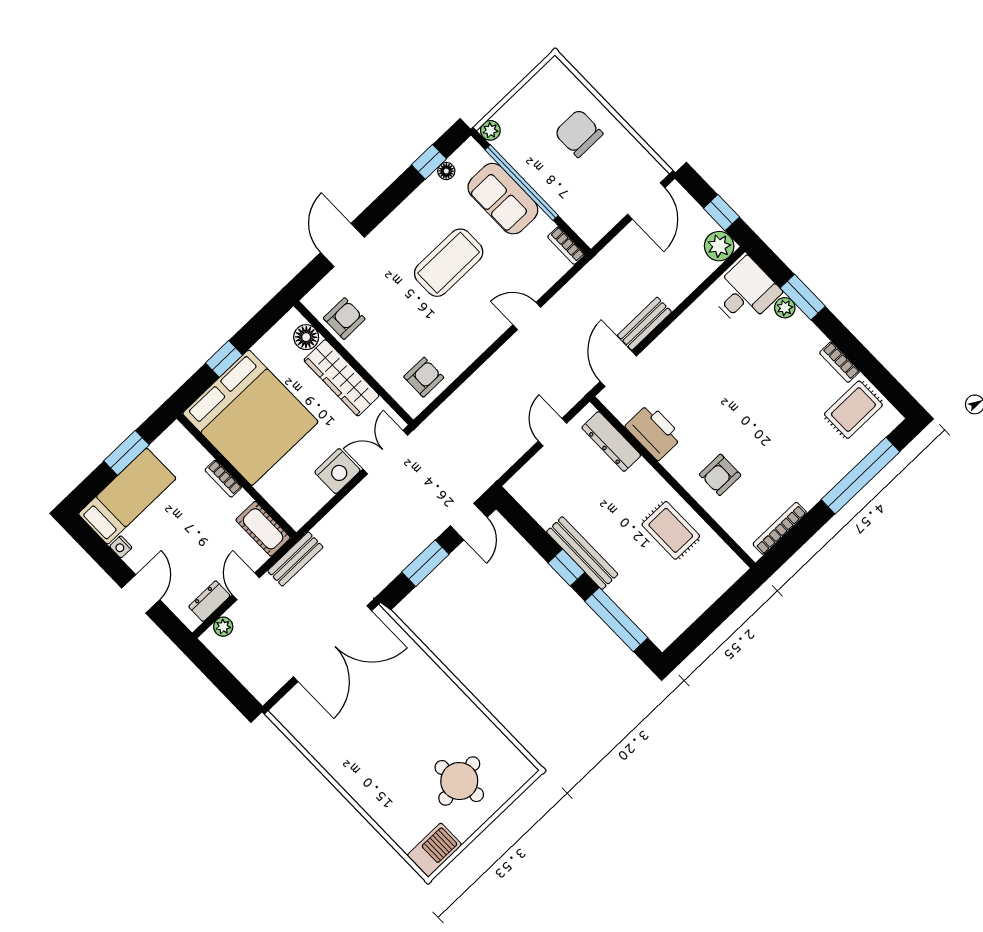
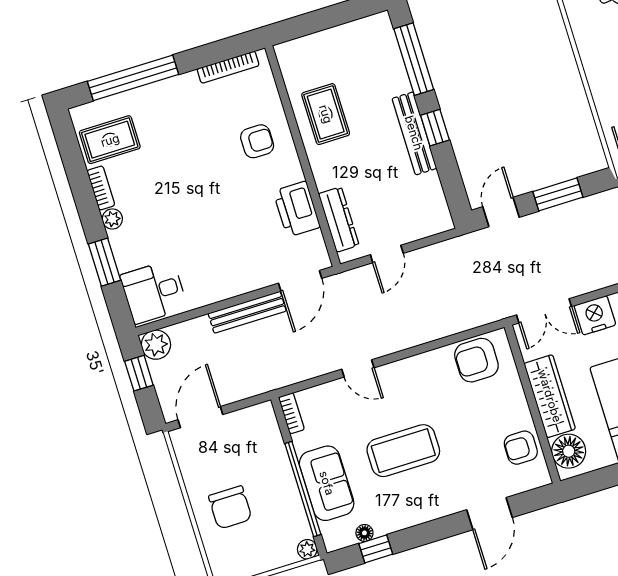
plant: (785, 308) -> (112, 219), moved
bench: (644, 324) -> (247, 312), width x1.36
floor lamp: (306, 337) -> (569, 451), width x1.38, depth x1.38
armchair: (424, 377) -> (476, 360), width x1.38, depth x1.38

